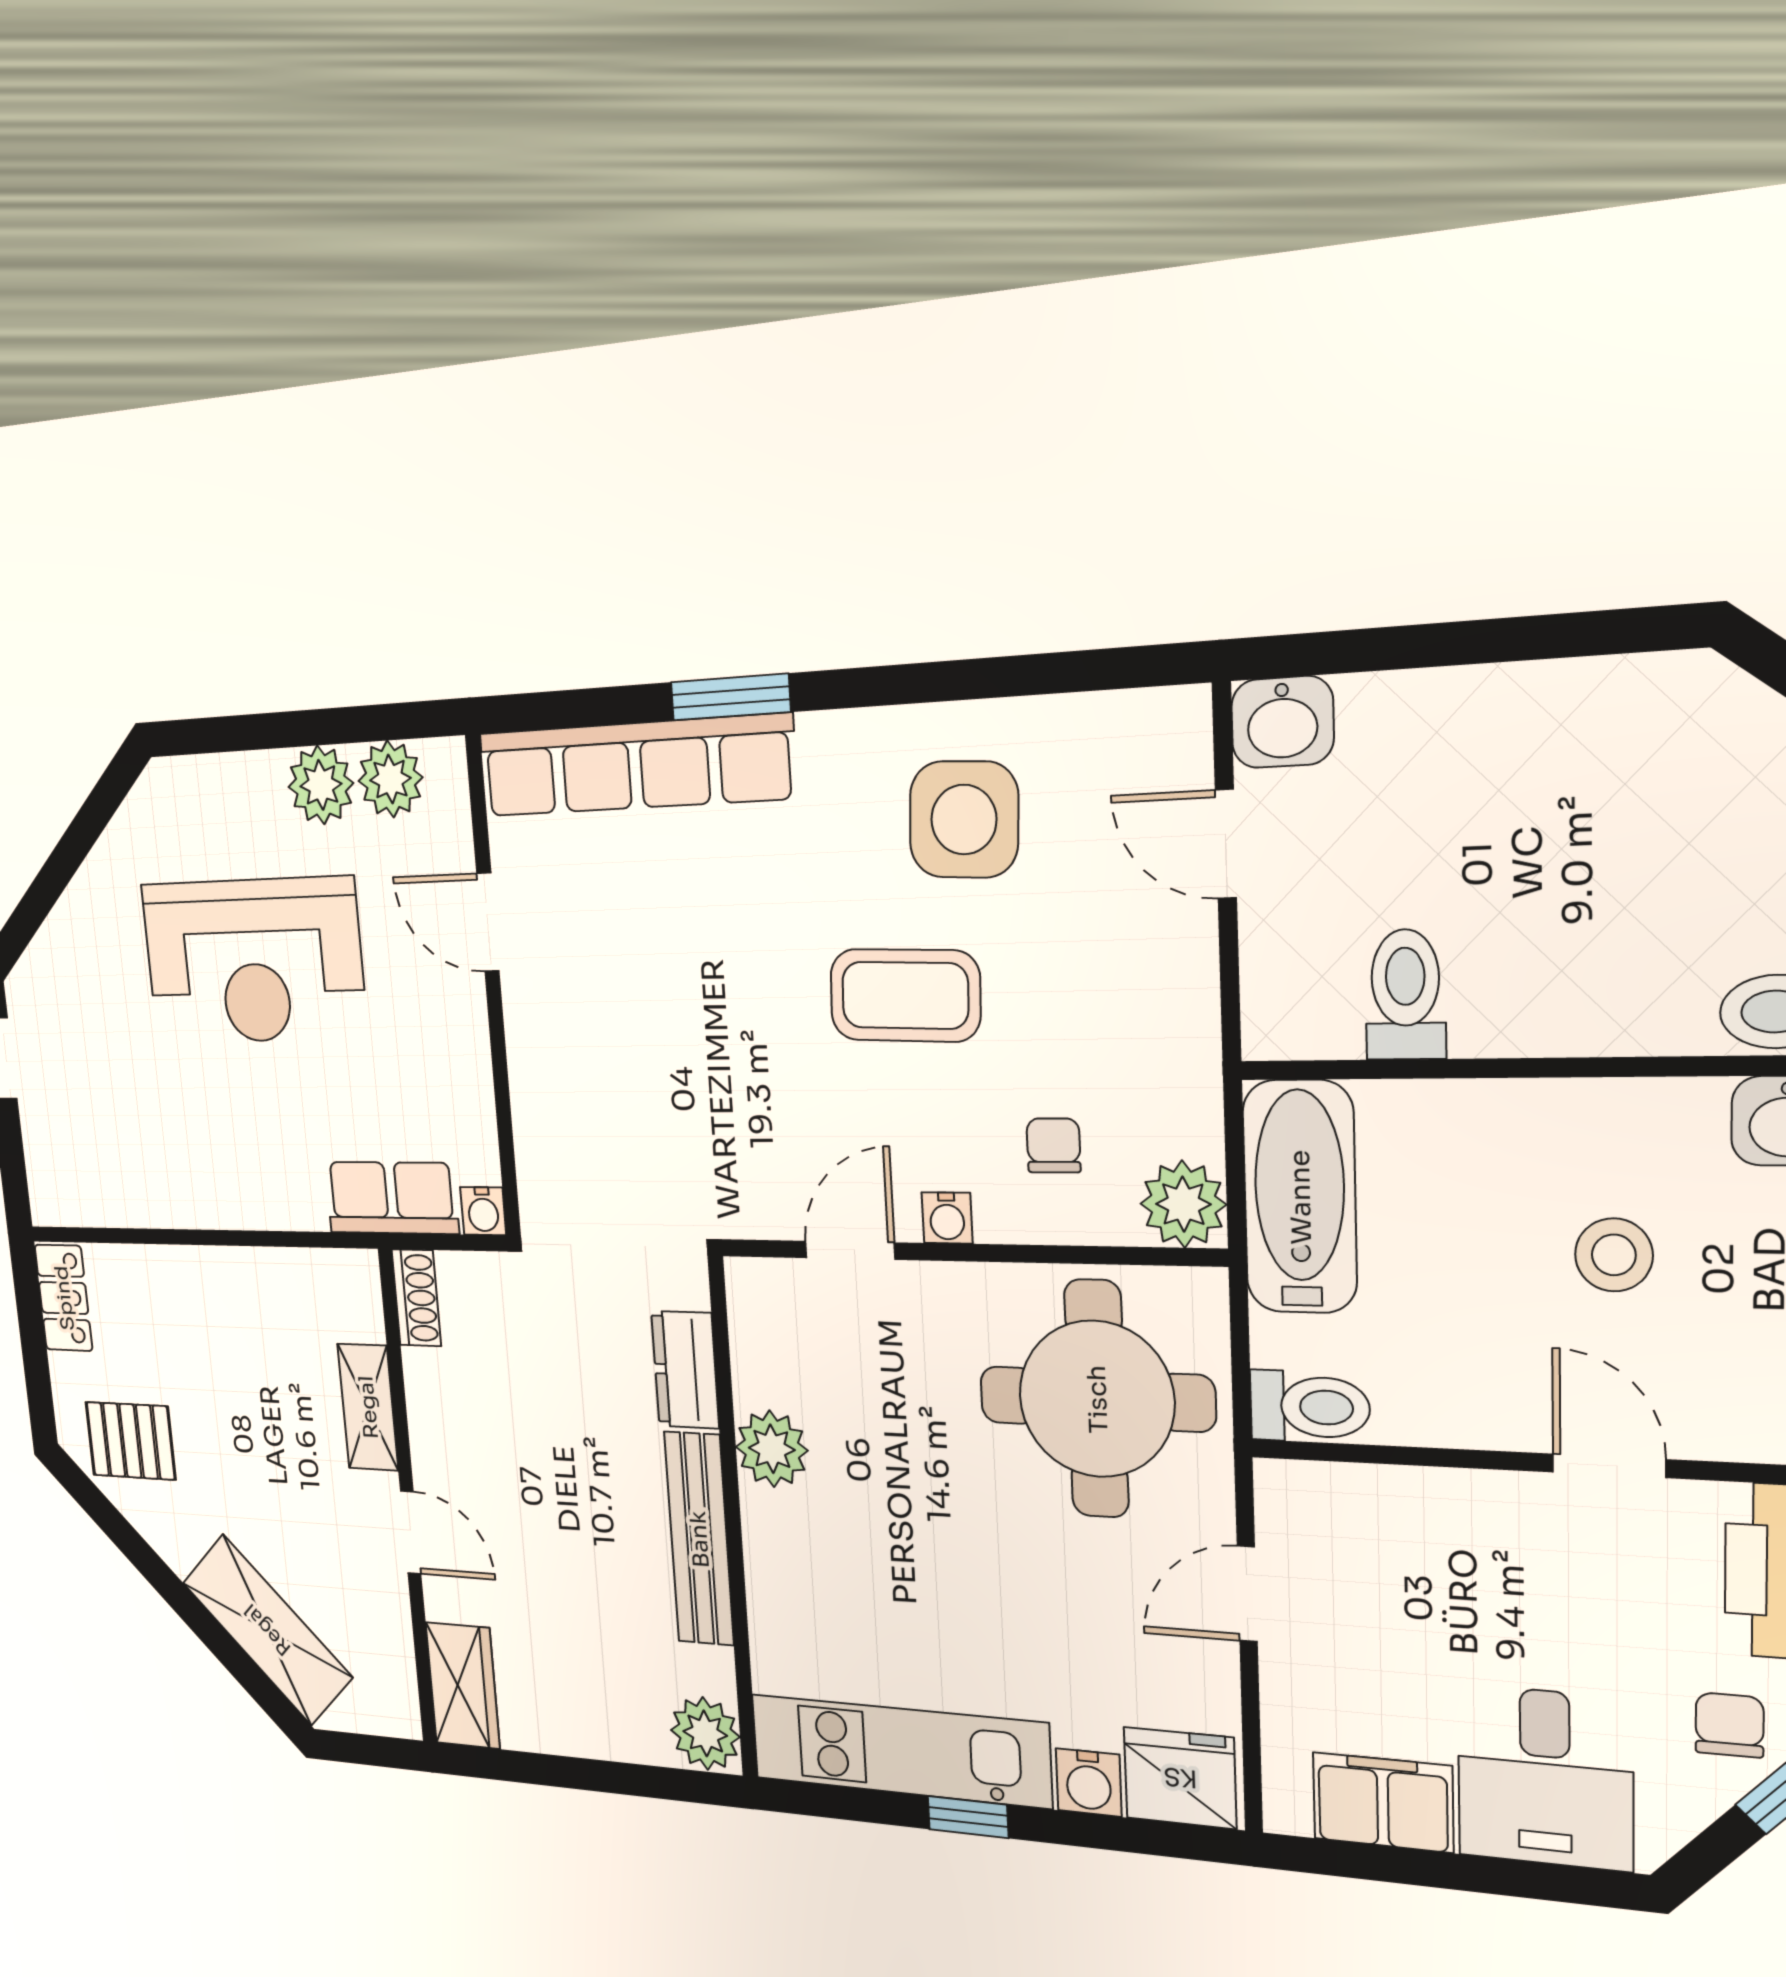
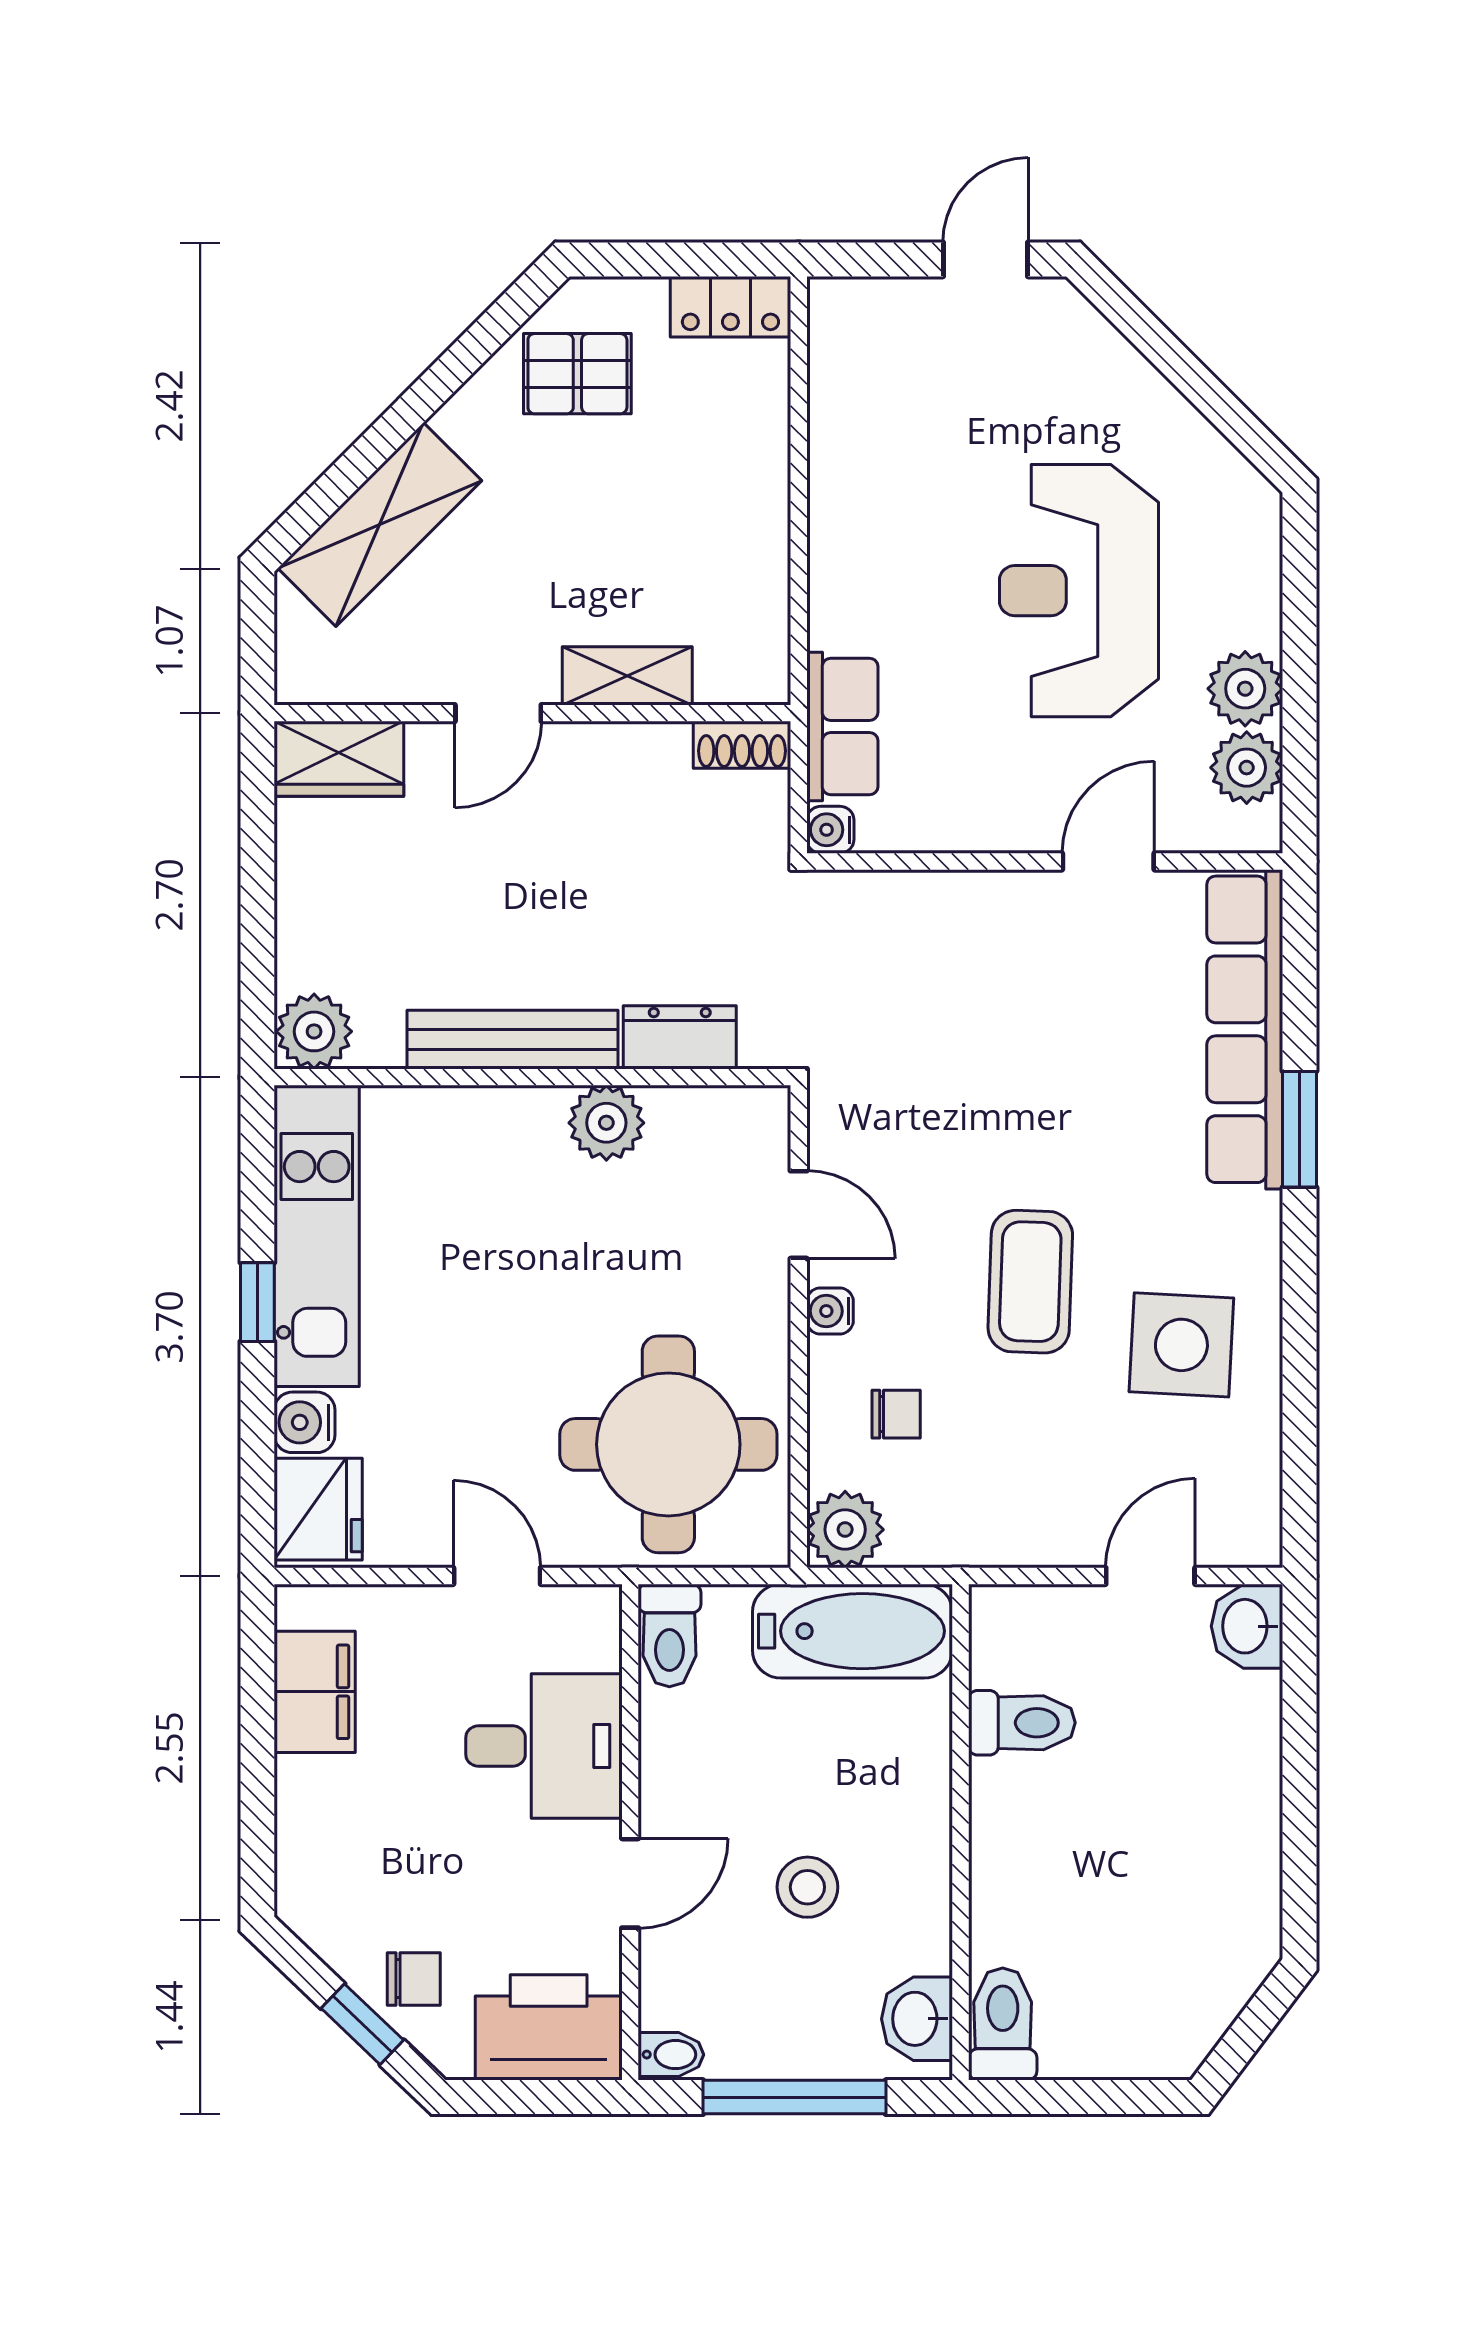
pallet: (130, 1441) -> (577, 374), turned 90
desk: (1545, 1778) -> (544, 1746), moved, turned 180

